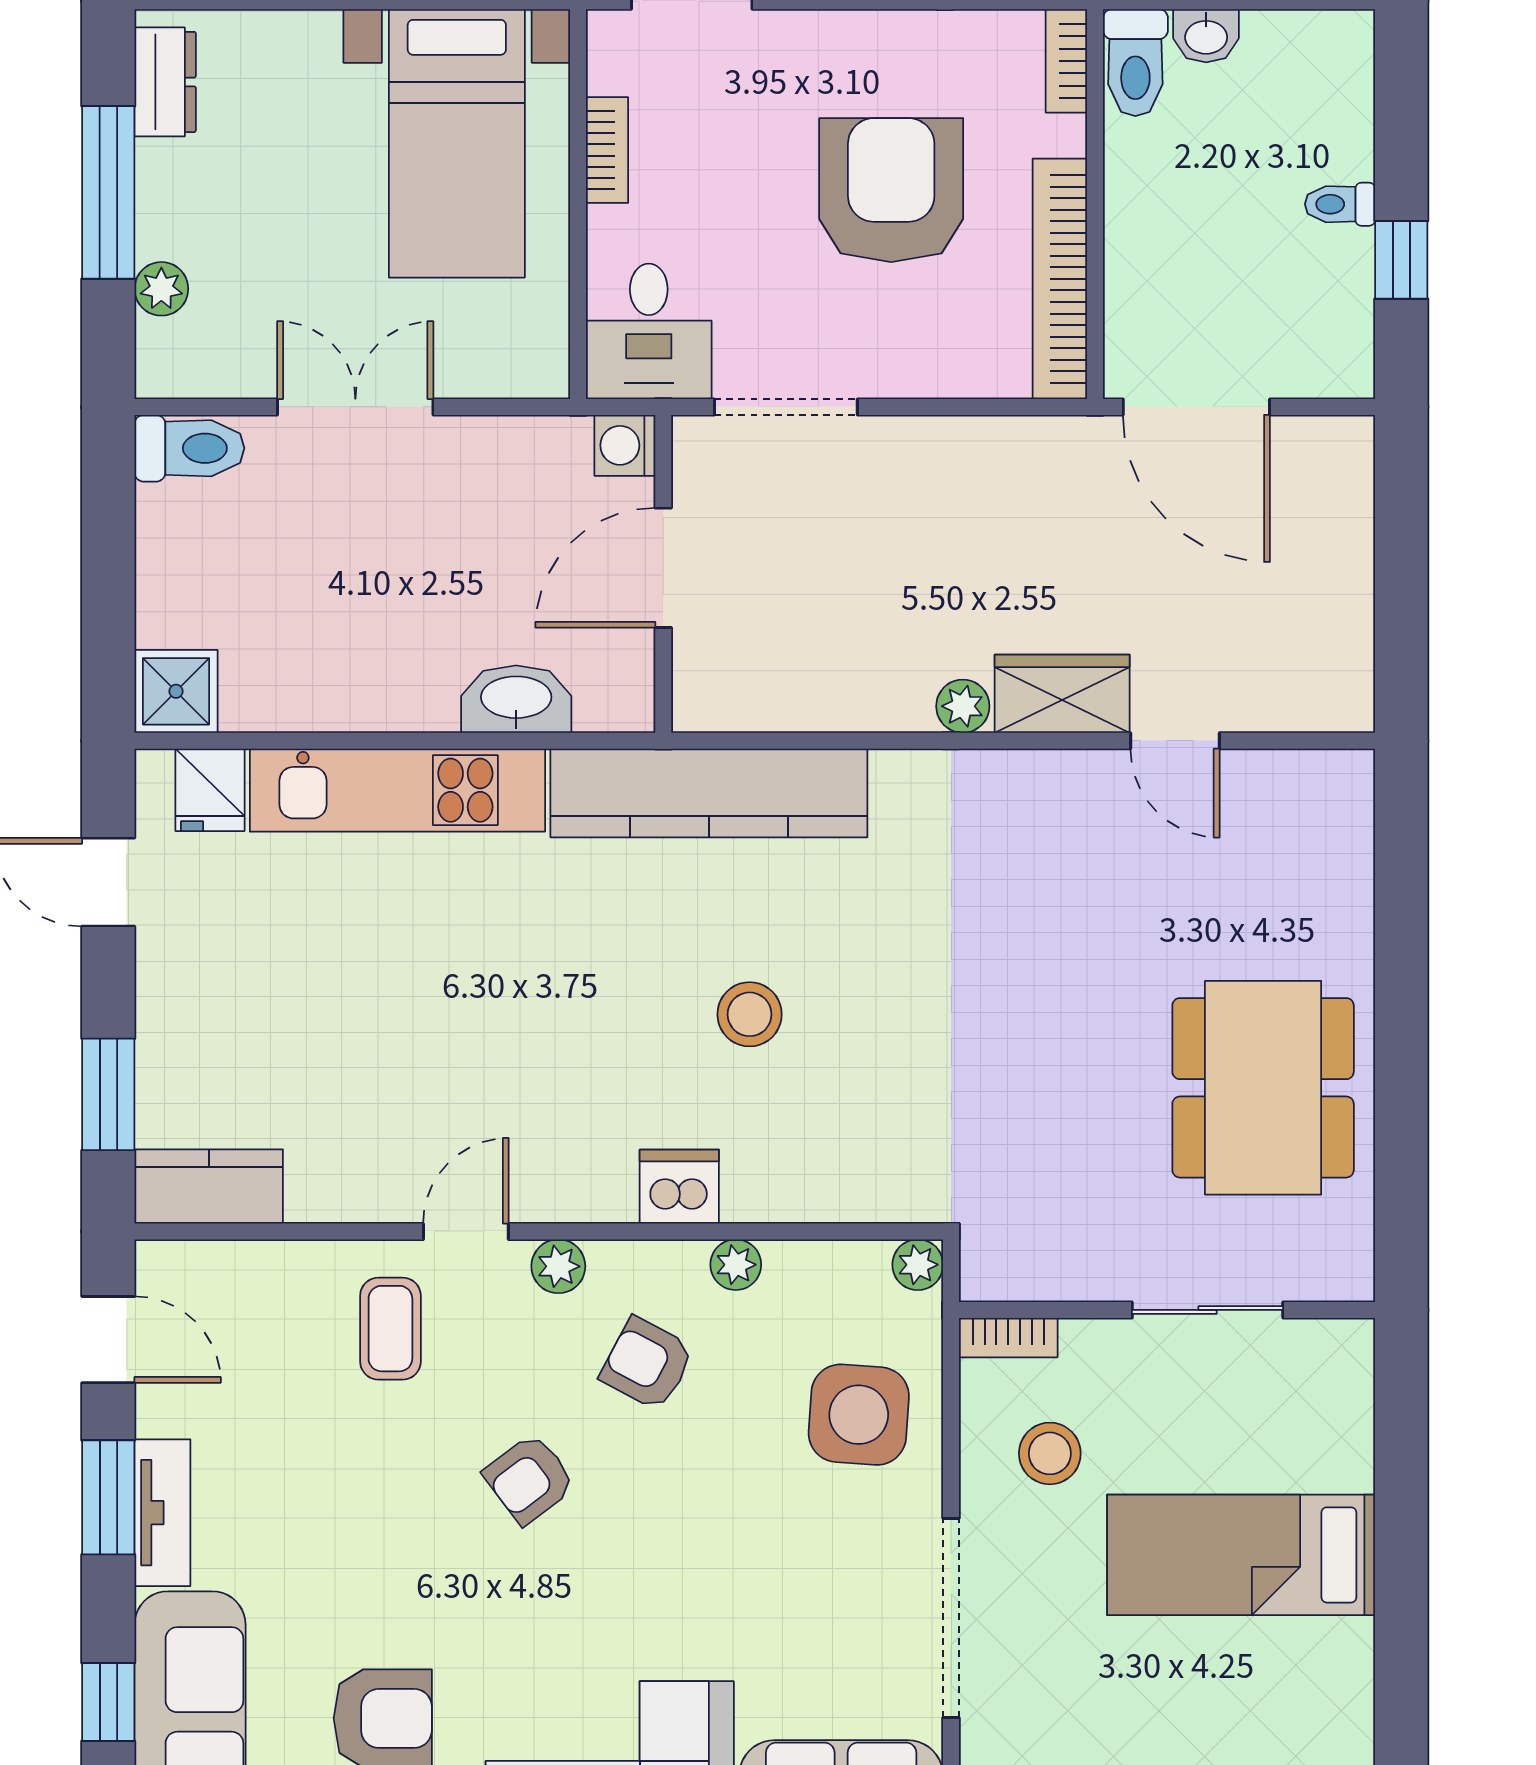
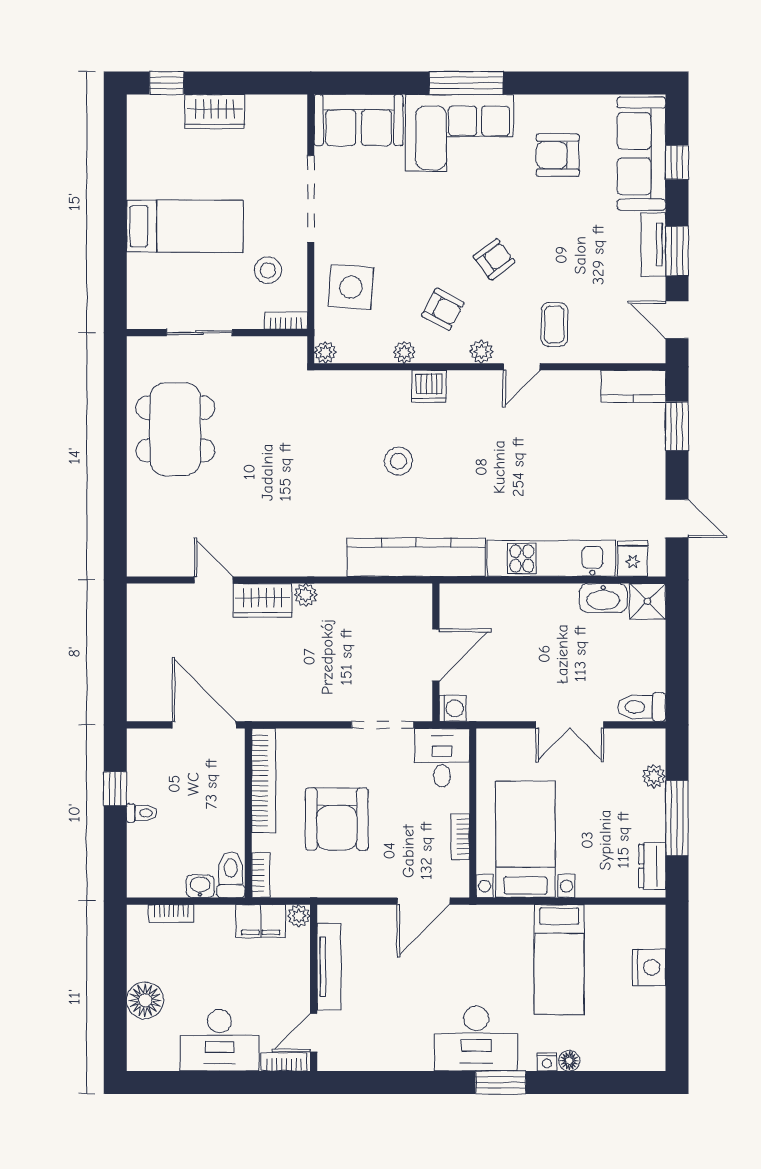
washbasin: (516, 699) -> (603, 598), moved

